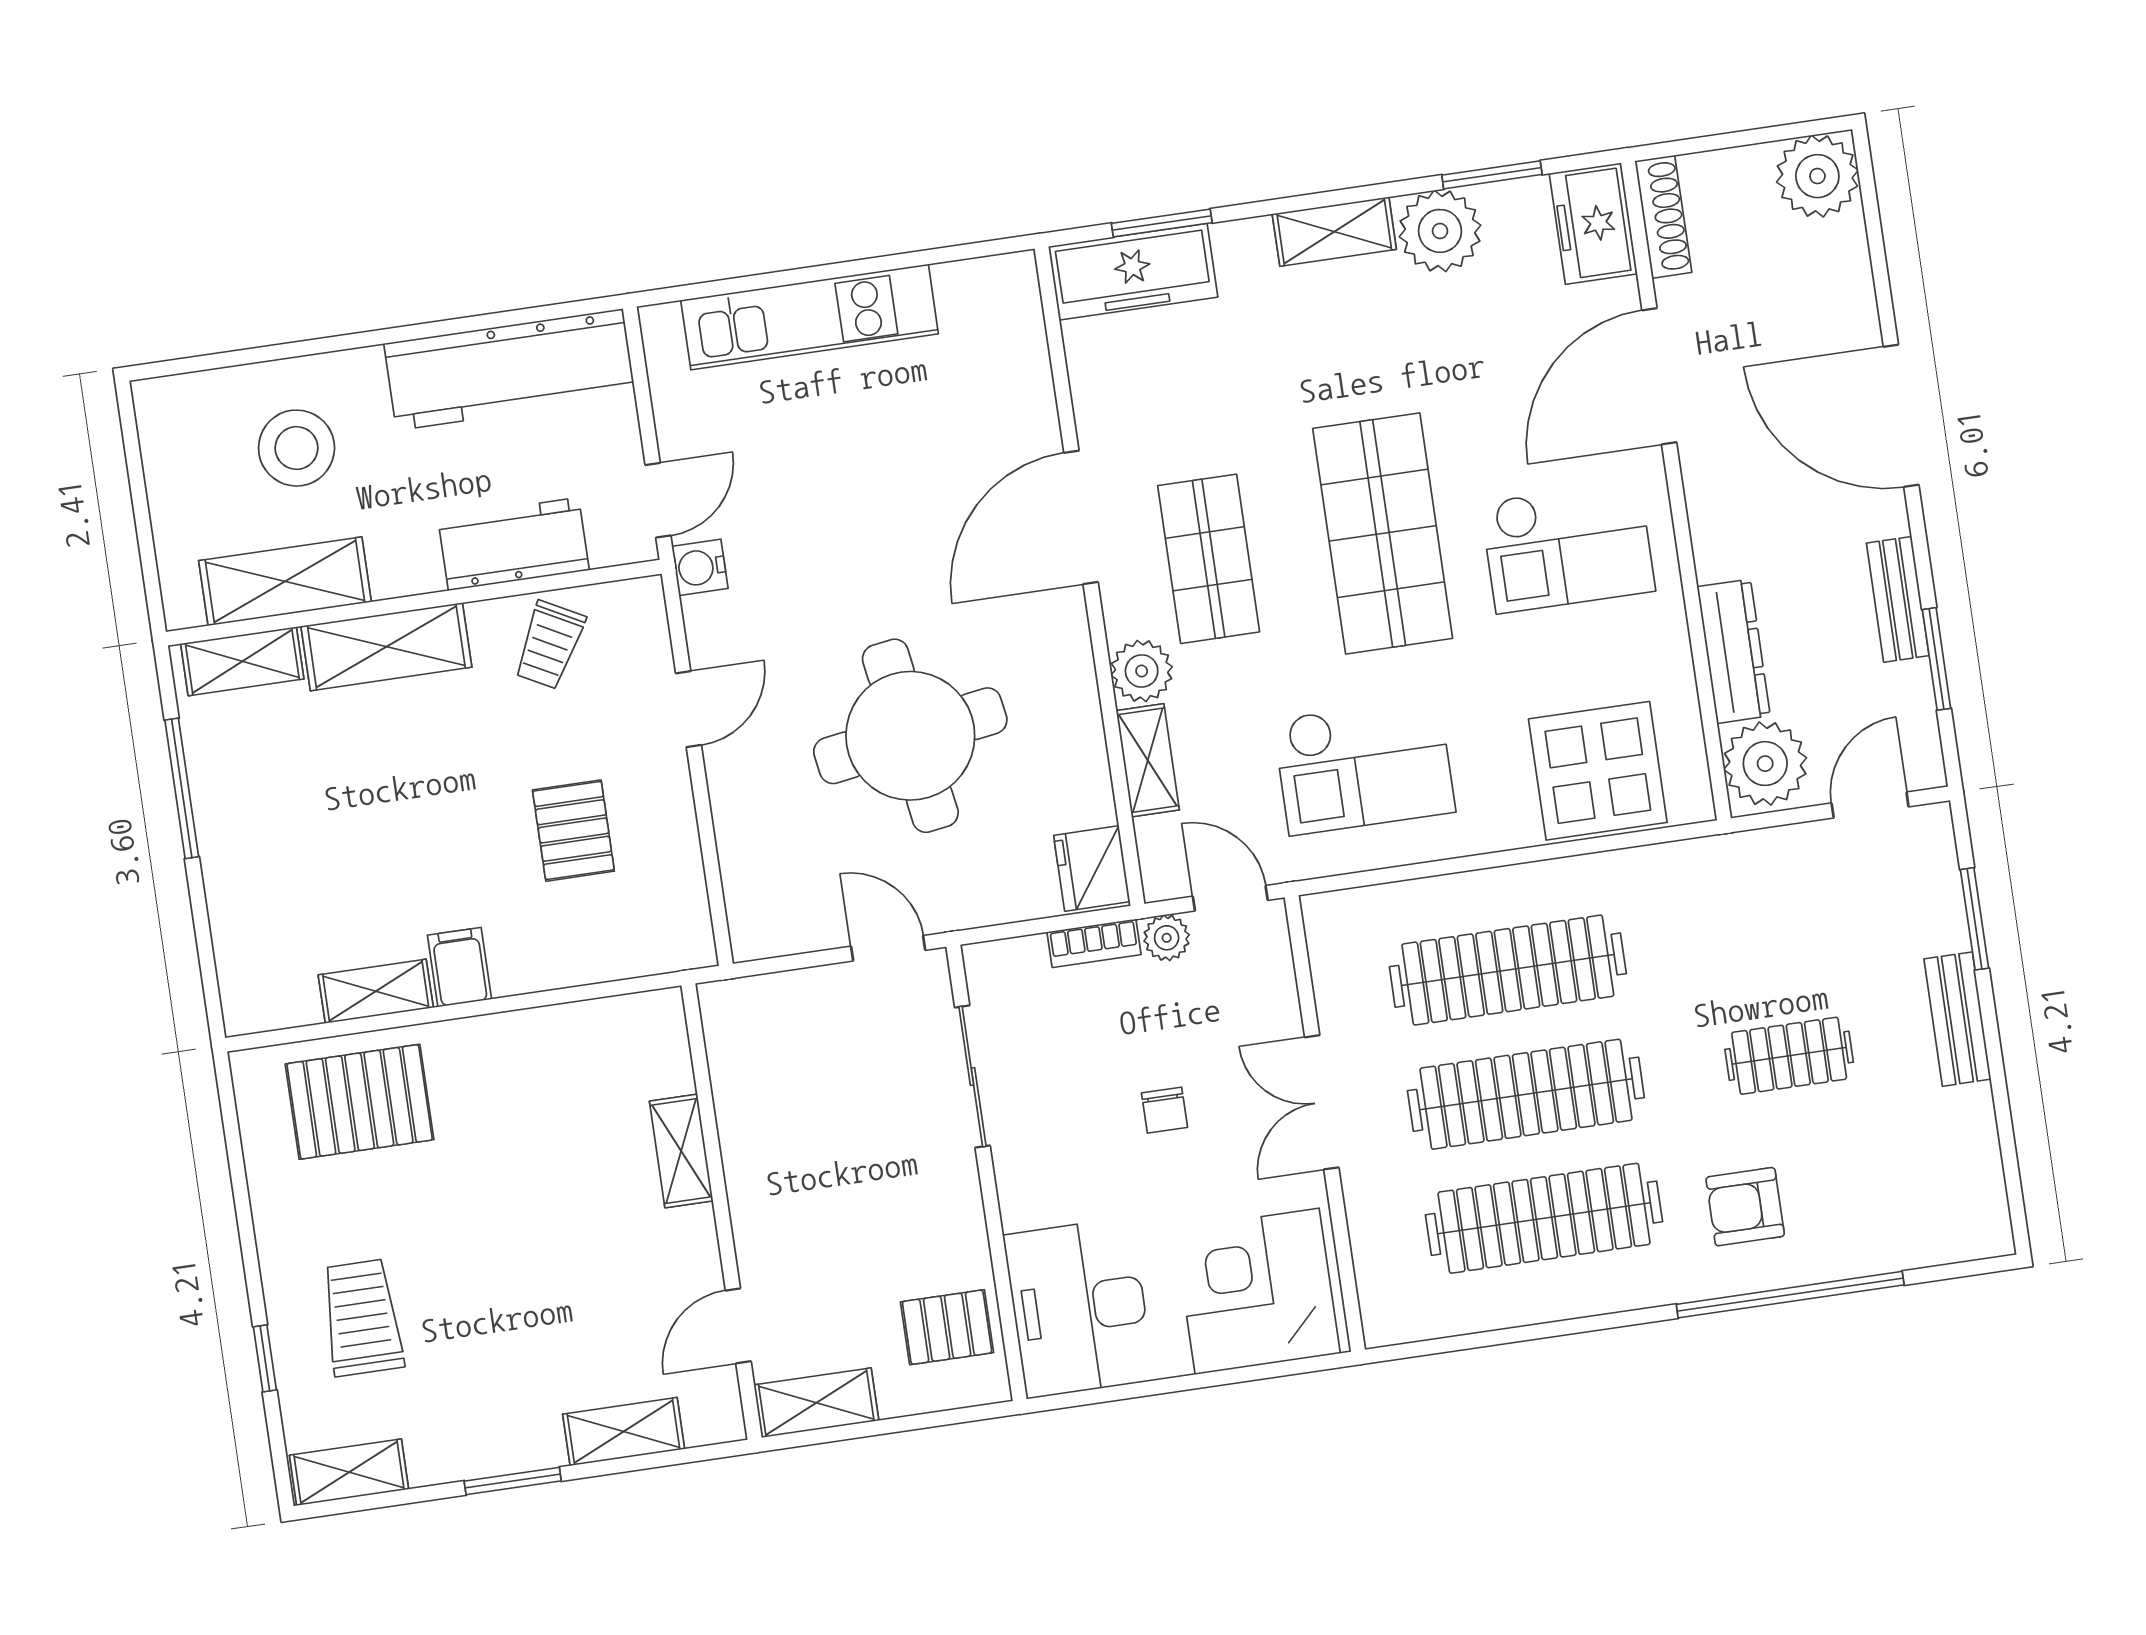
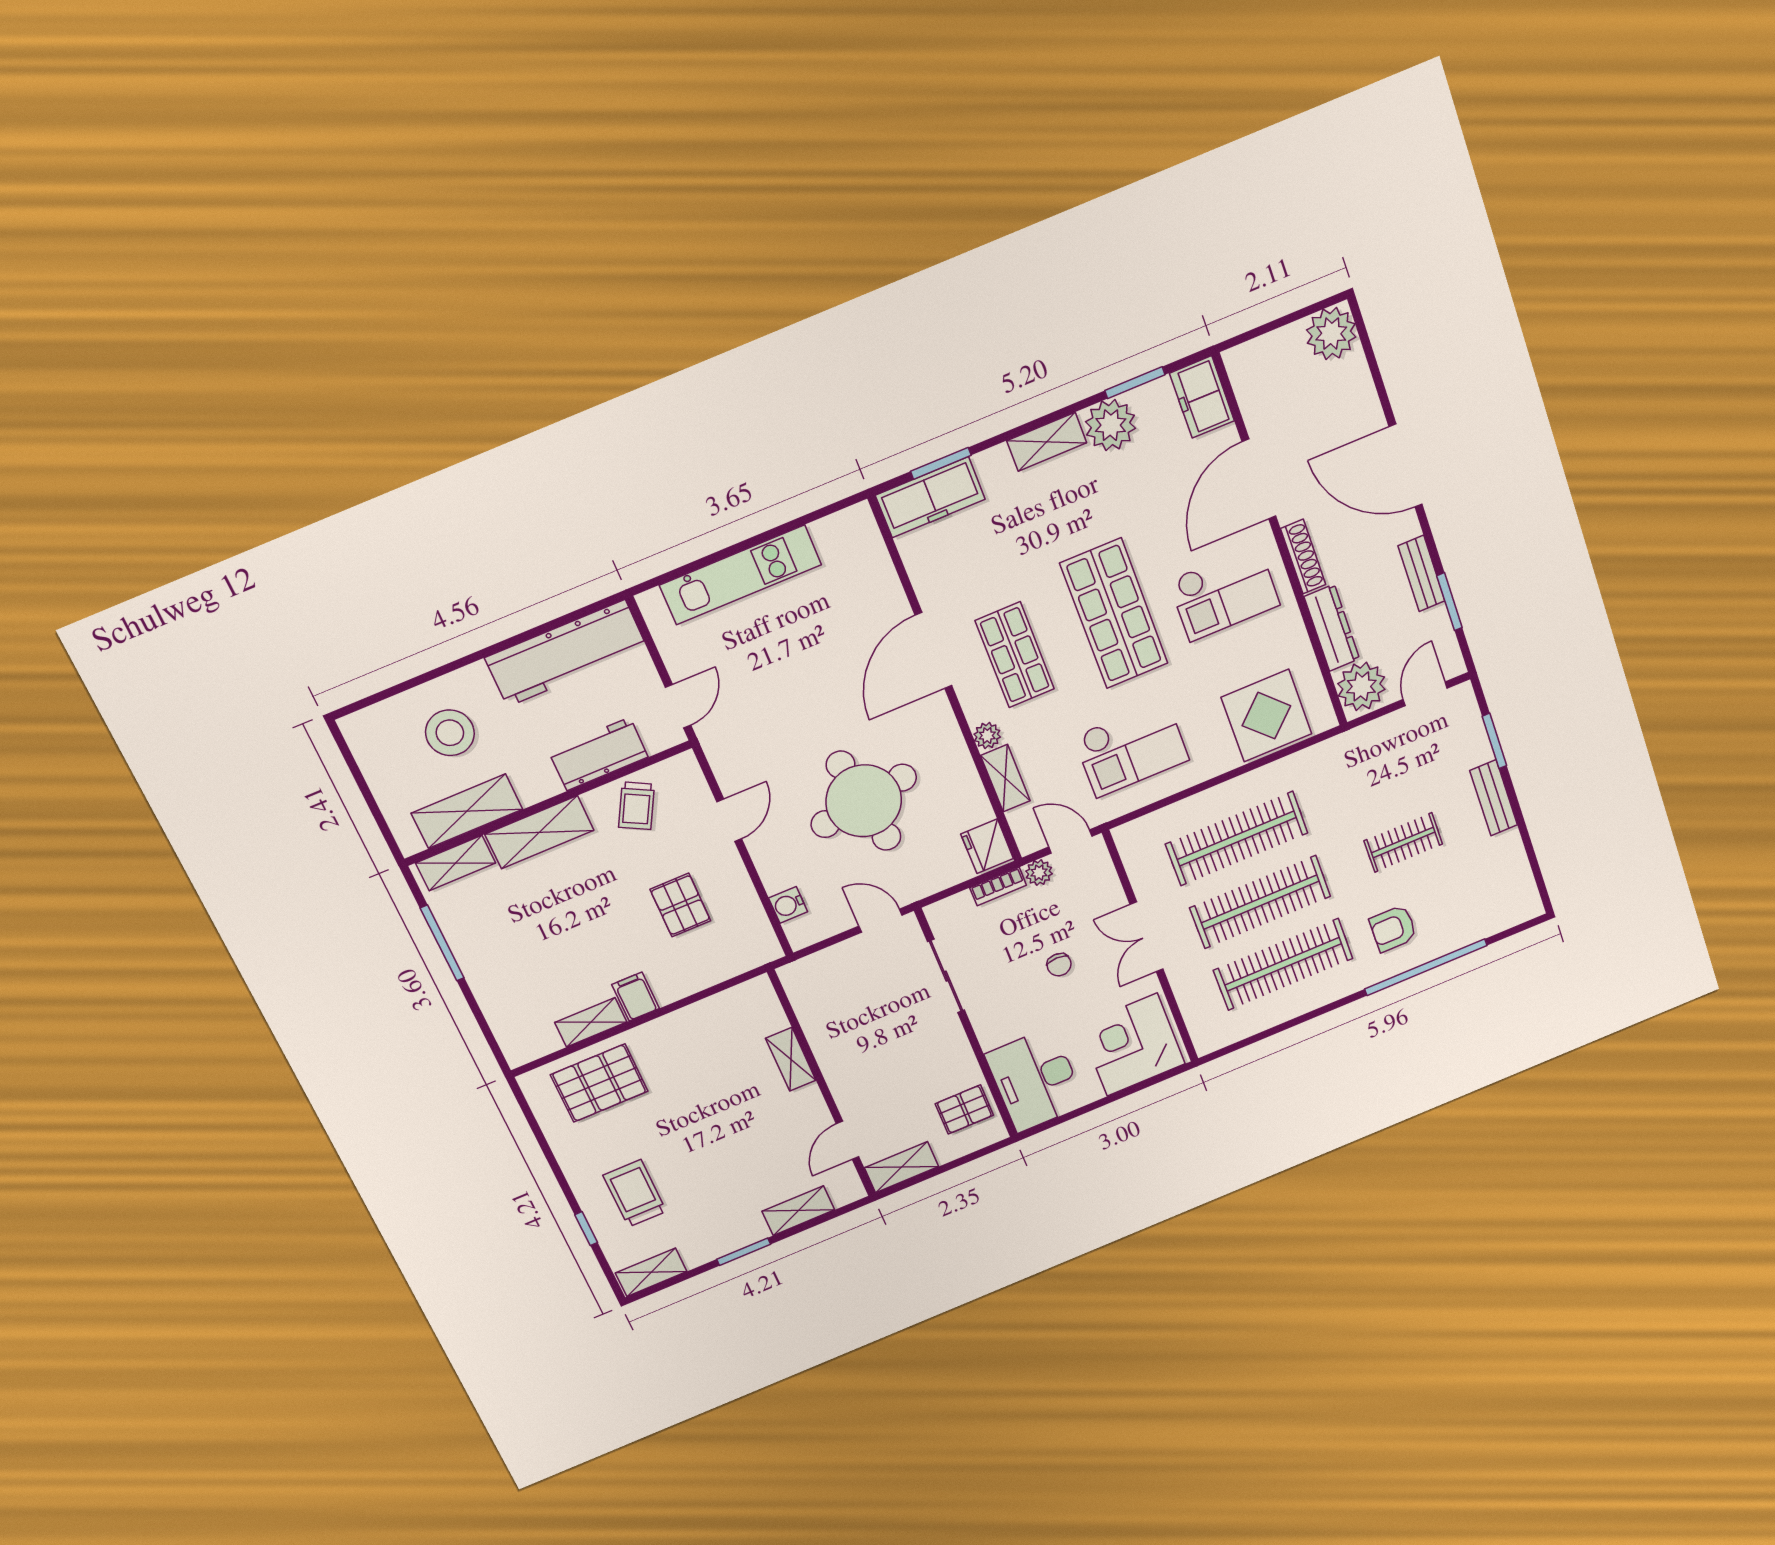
shoe rack: (1663, 217) -> (1303, 557), moved
water cooler: (700, 567) -> (788, 905), moved
plant: (1142, 671) -> (987, 736), width x0.73, depth x0.73

